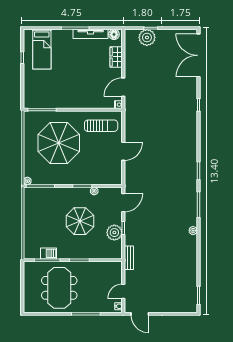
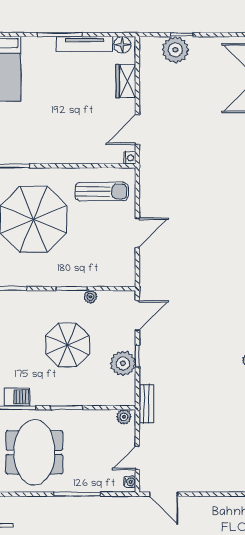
plant: (115, 266) -> (124, 417), added

